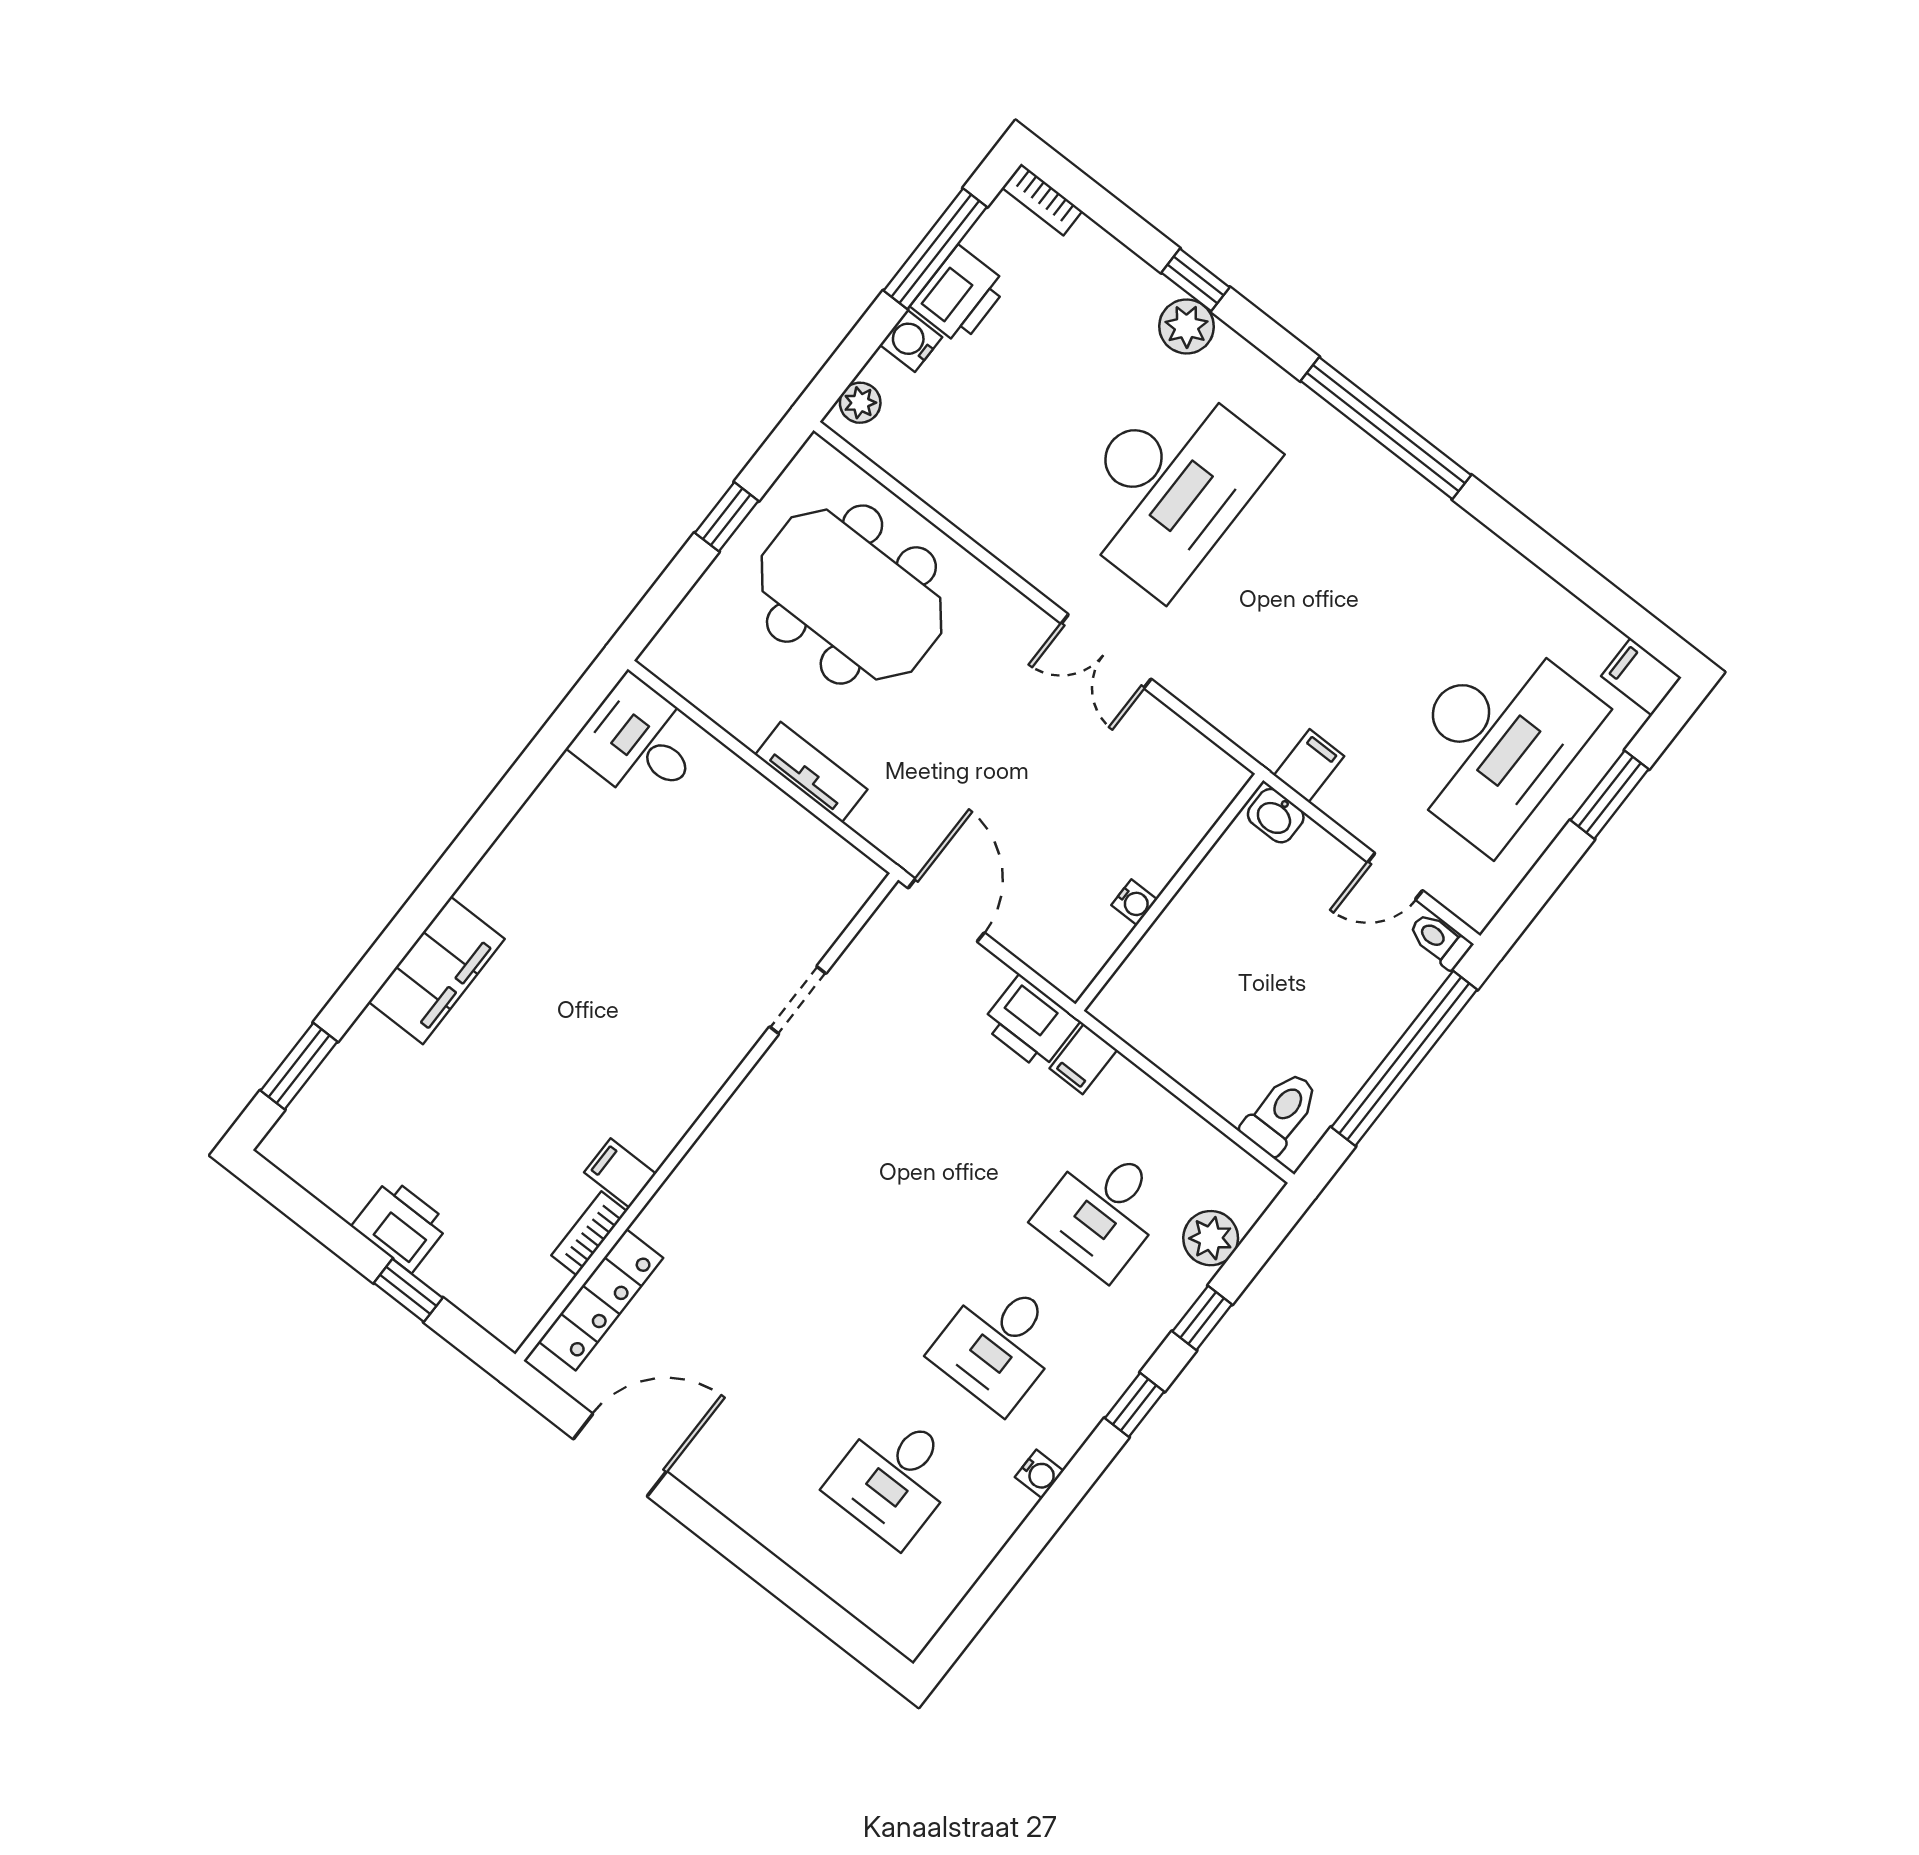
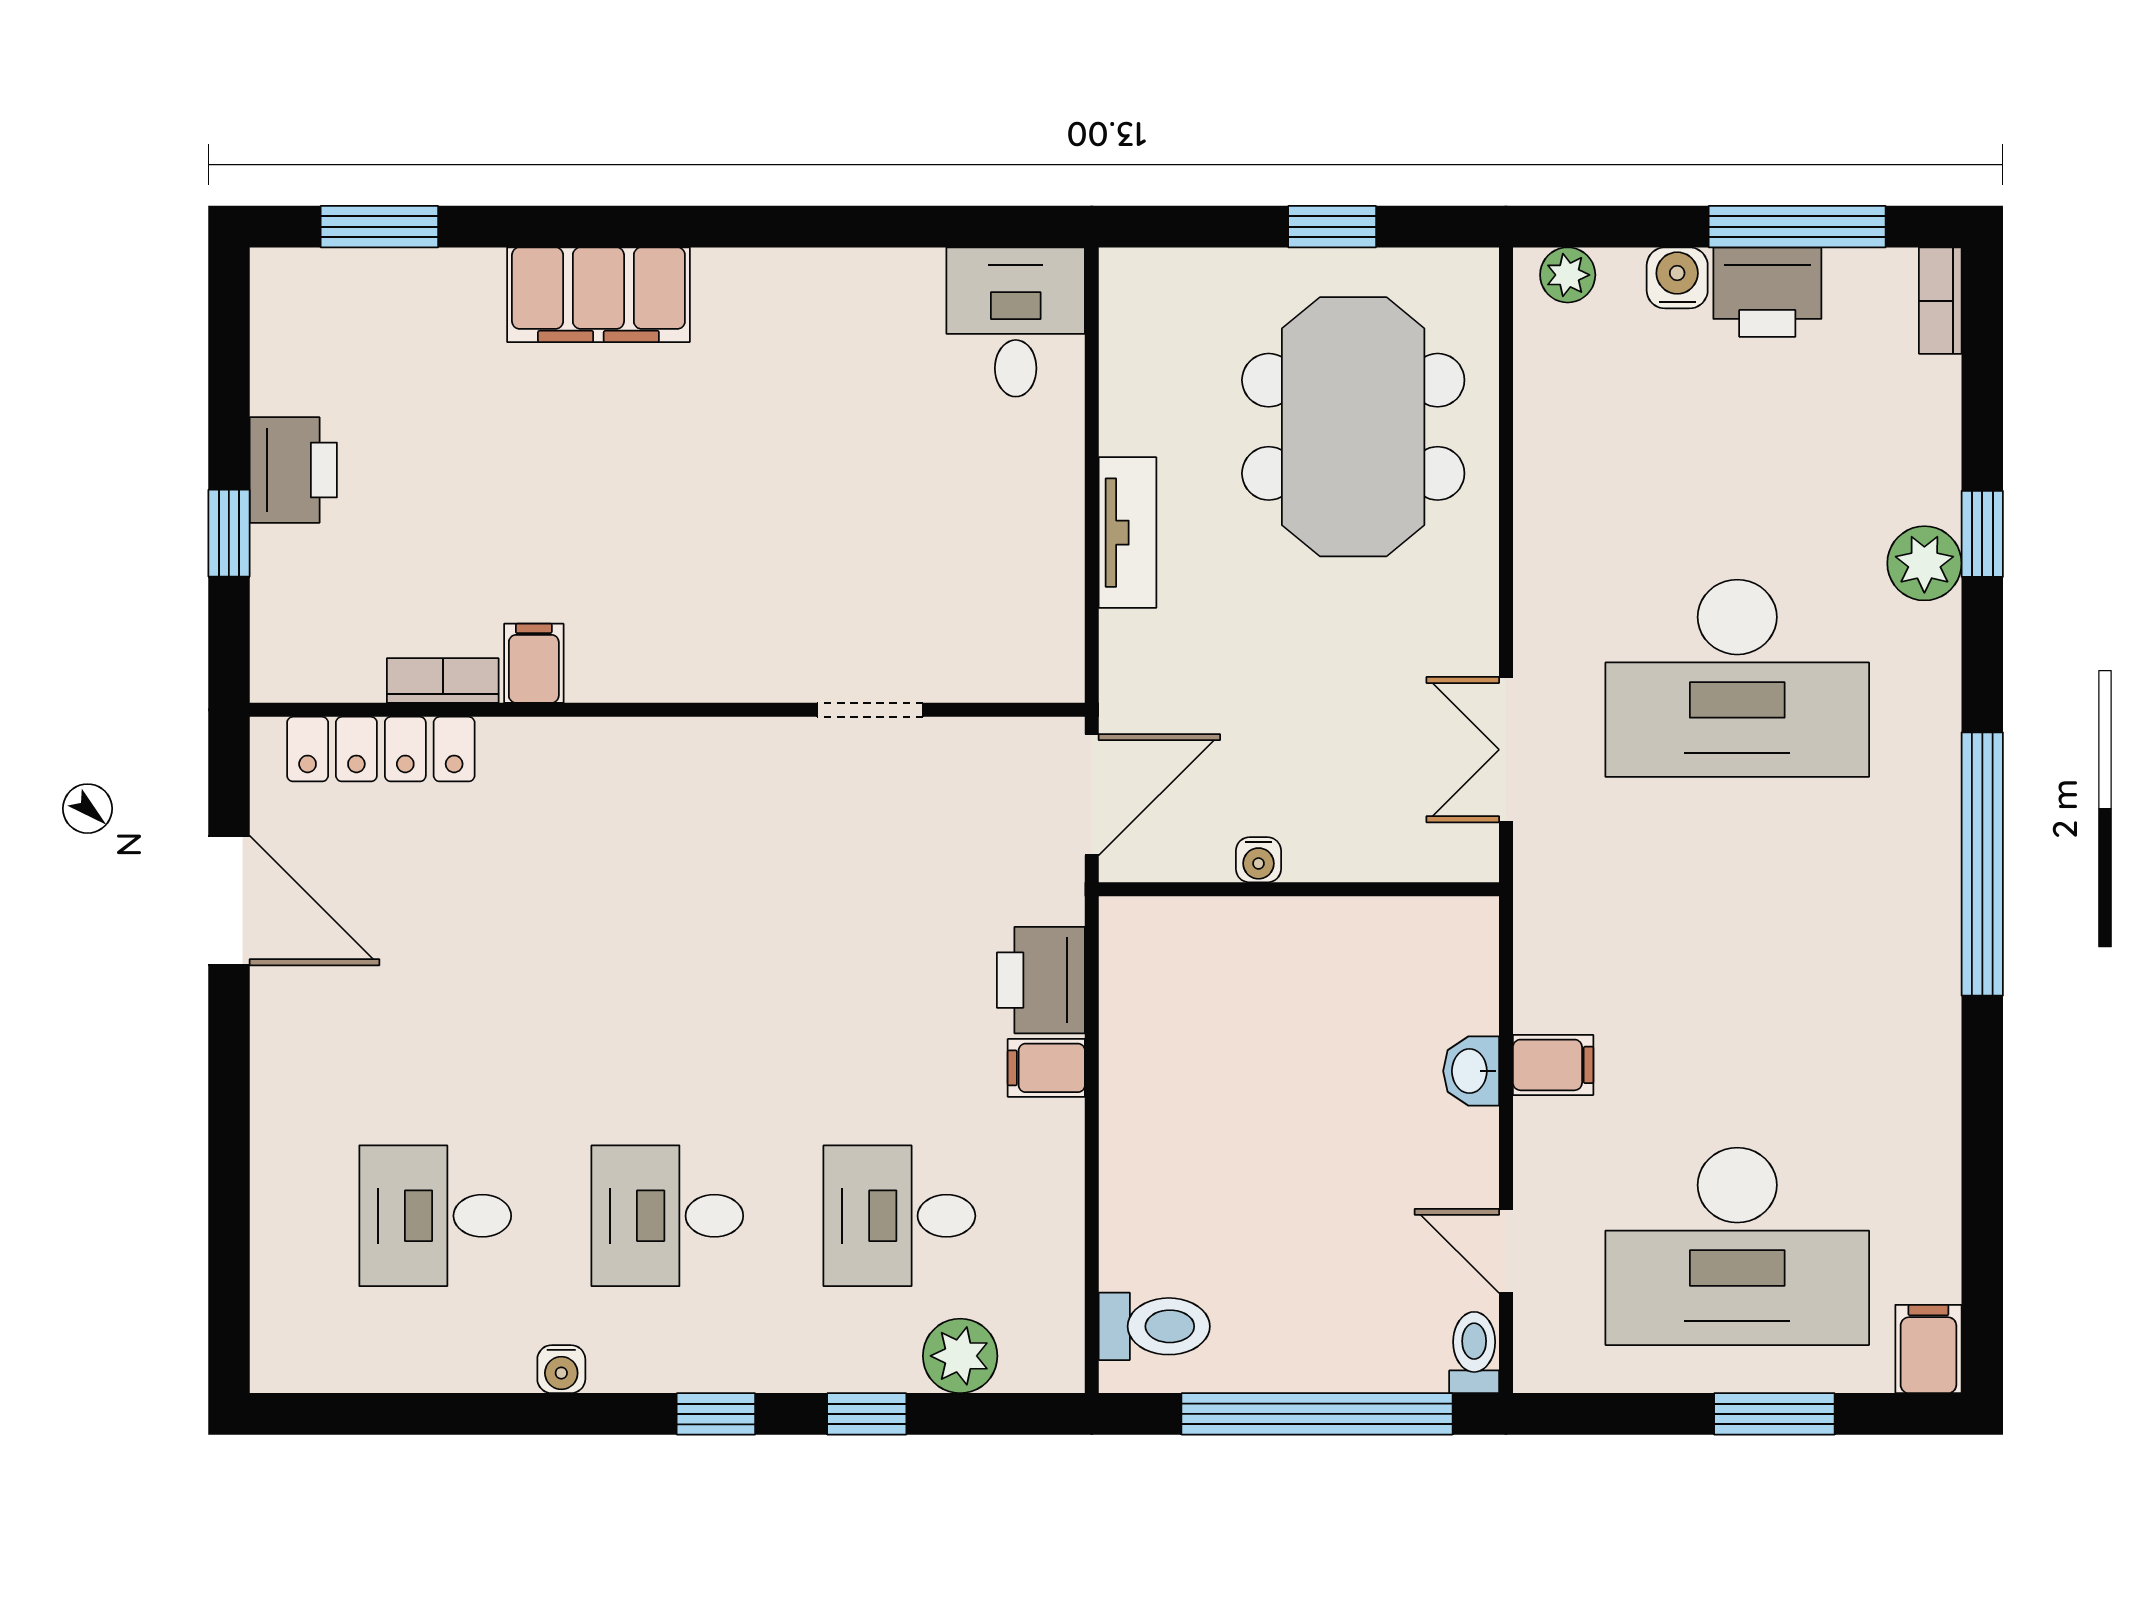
wall: (1169, 892) -> (1299, 889), moved
water cooler: (1134, 902) -> (1258, 860), moved

